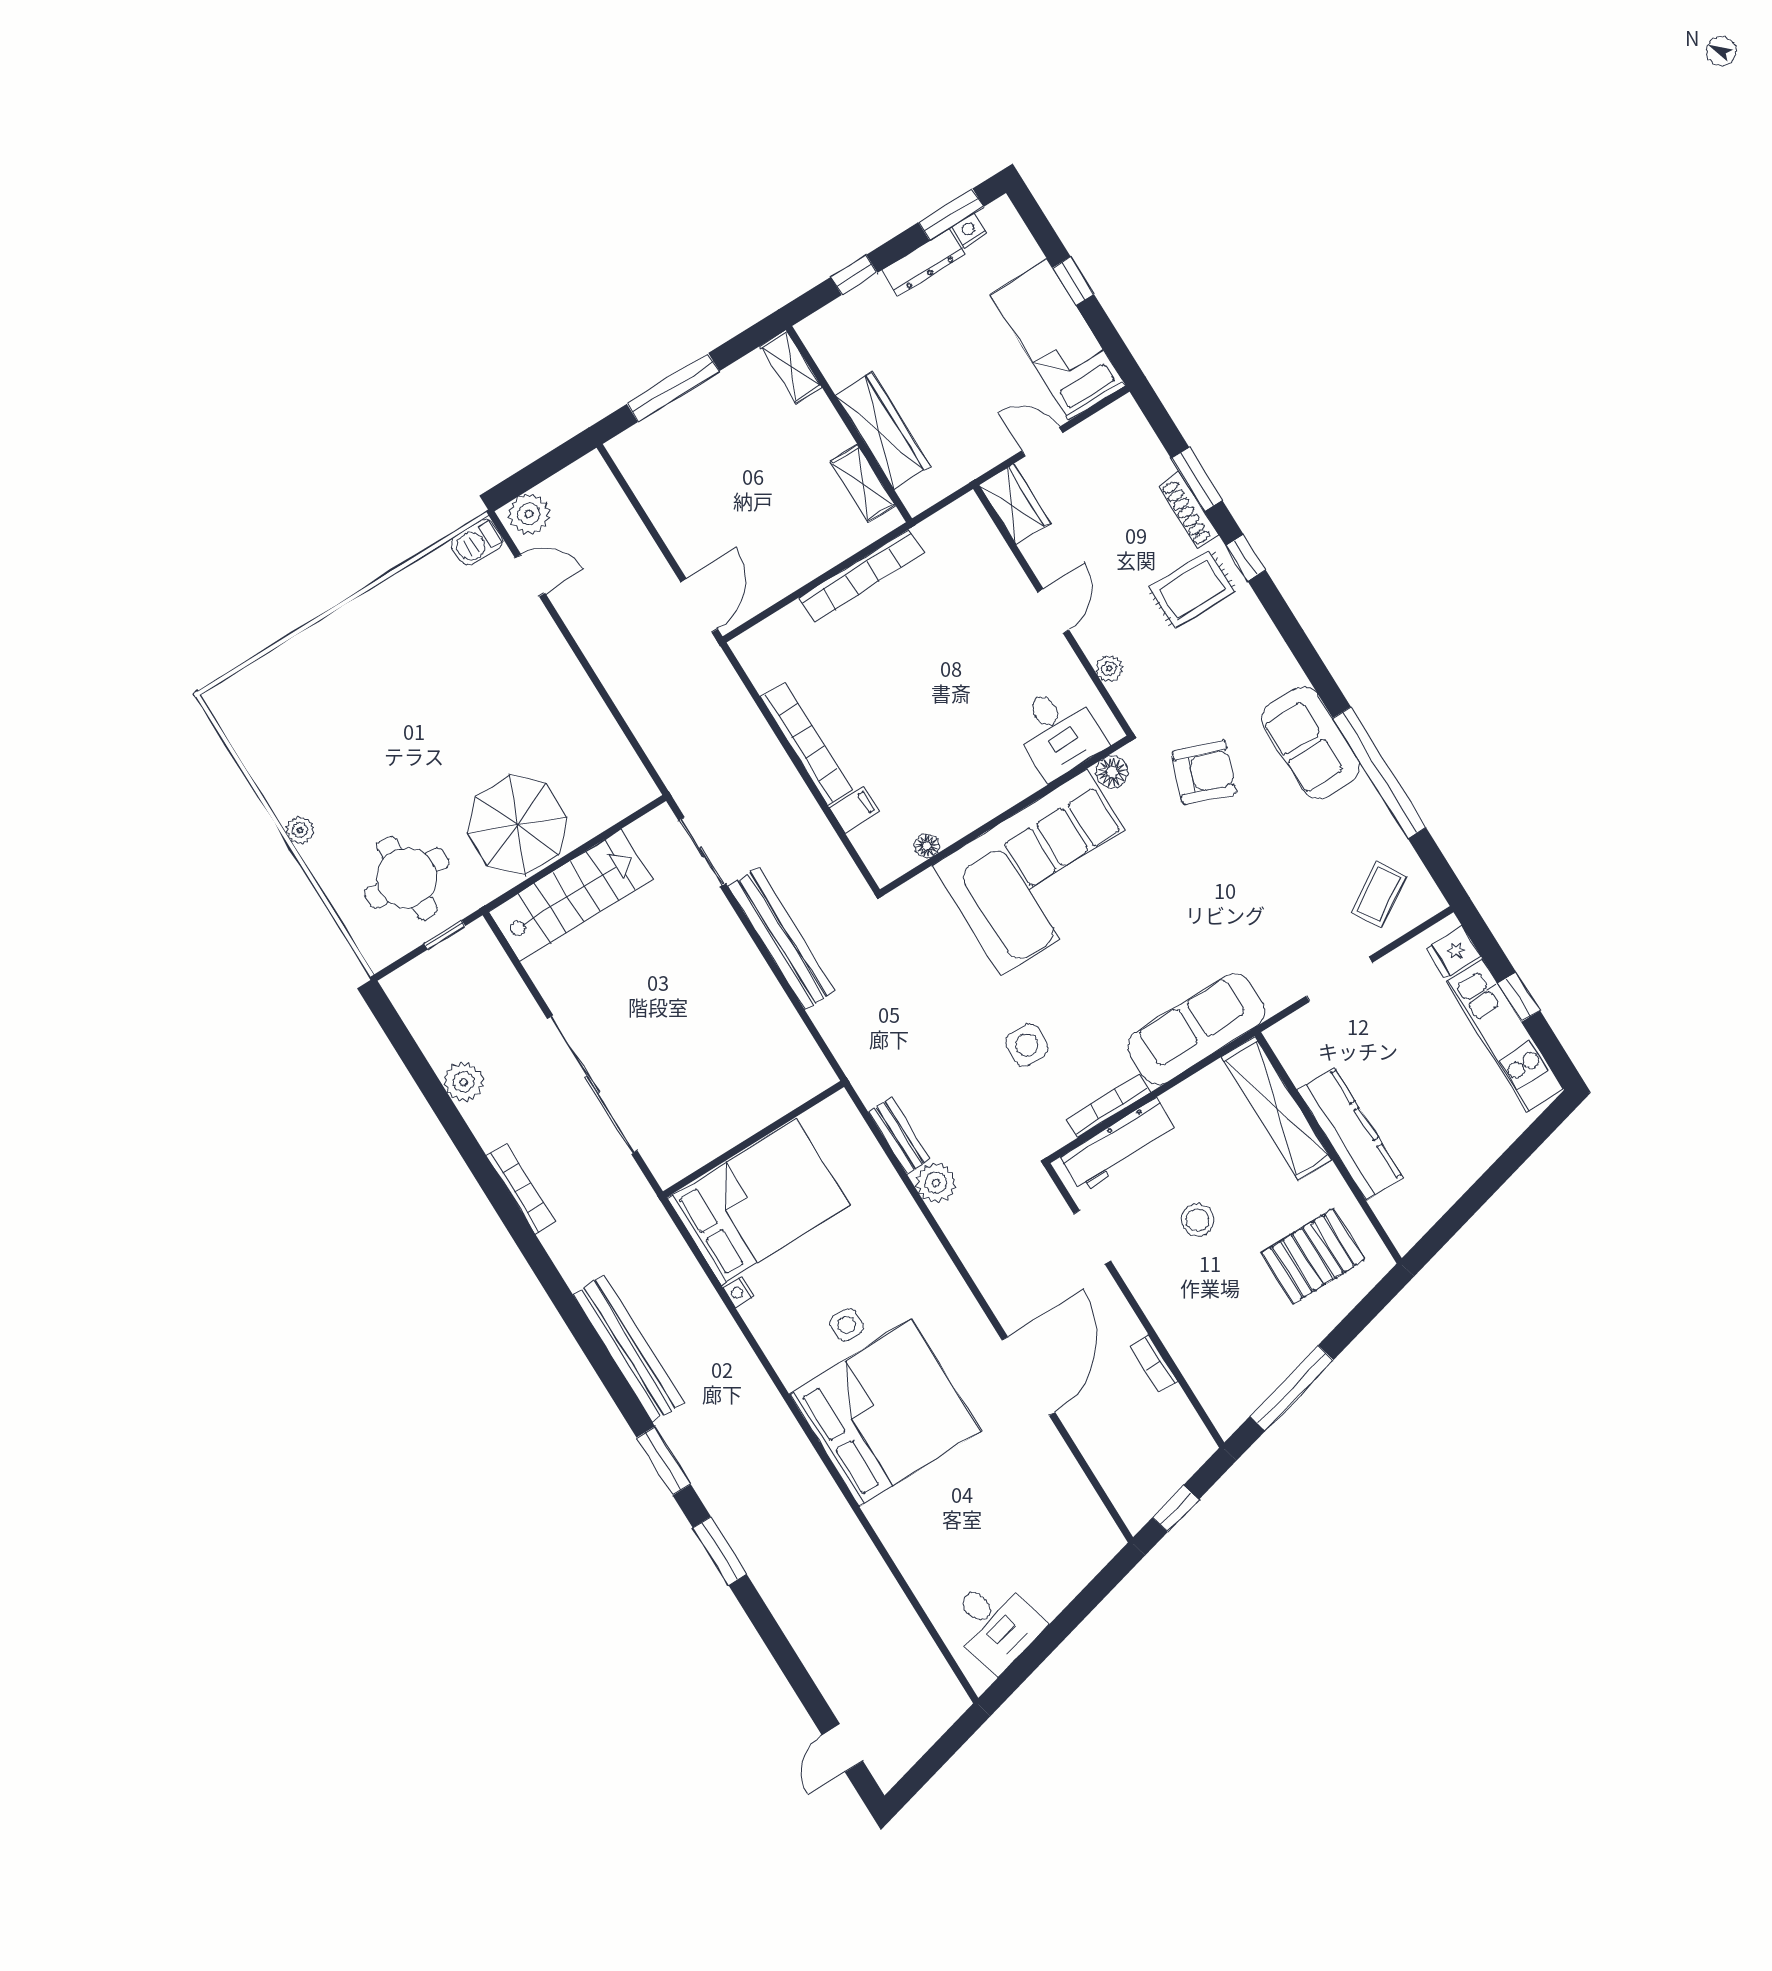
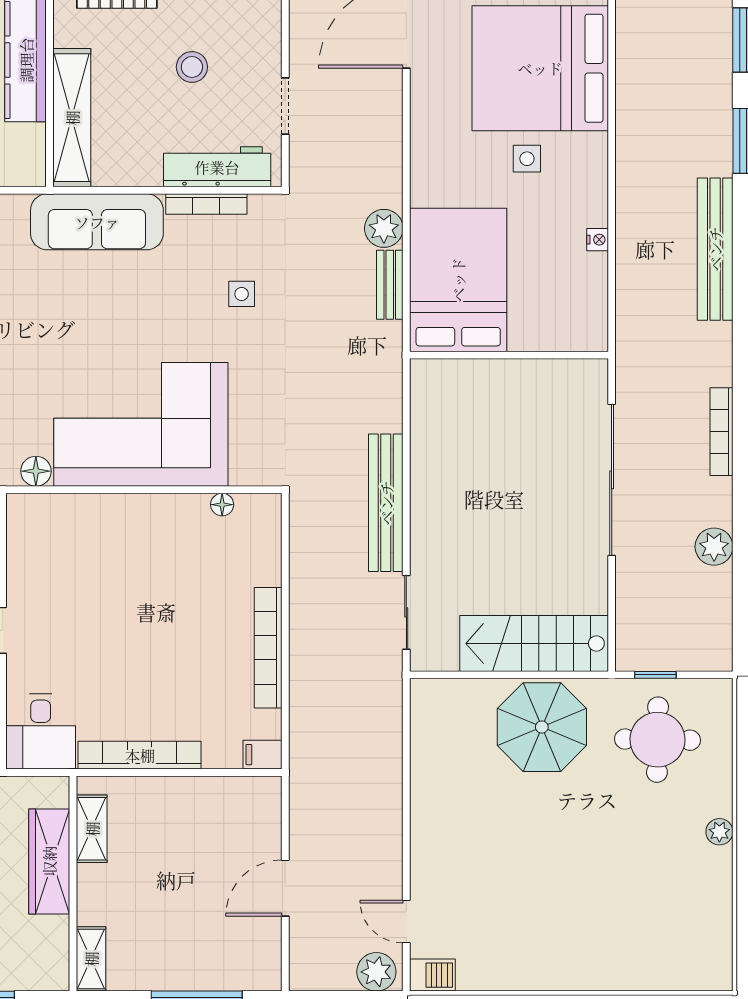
door: (699, 606) -> (285, 888), moved
desk: (1058, 732) -> (41, 732), moved, turned 180
filing cabinet: (854, 810) -> (262, 755), moved
side table: (1027, 1045) -> (242, 294), width x0.73, depth x0.73
bed: (758, 1202) -> (458, 280), moved, turned 90

